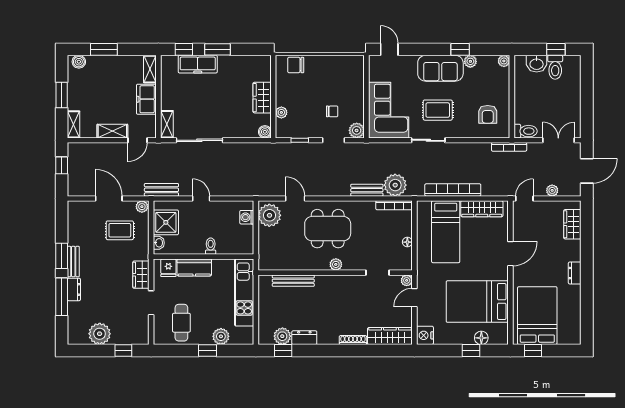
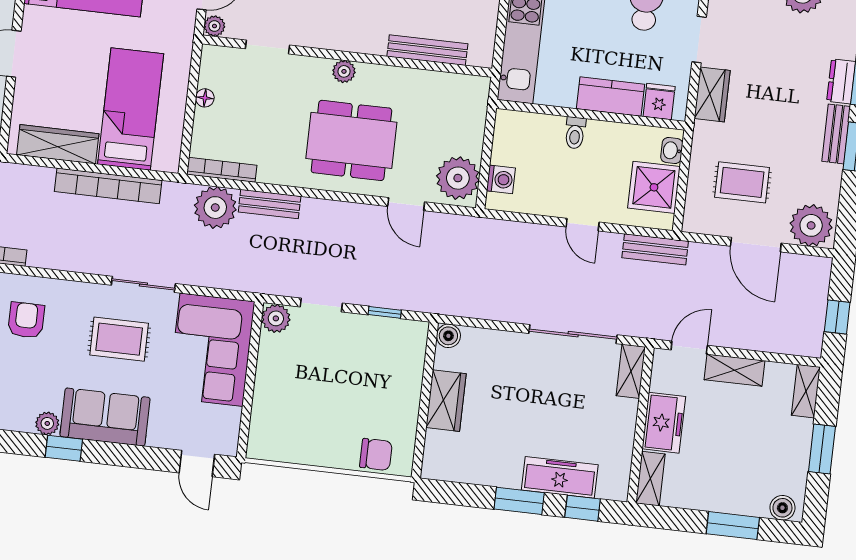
chair: (332, 111) -> (318, 360), removed
plant: (281, 112) -> (413, 369), removed
plant: (142, 207) -> (811, 225), moved, width x1.88, depth x1.88

